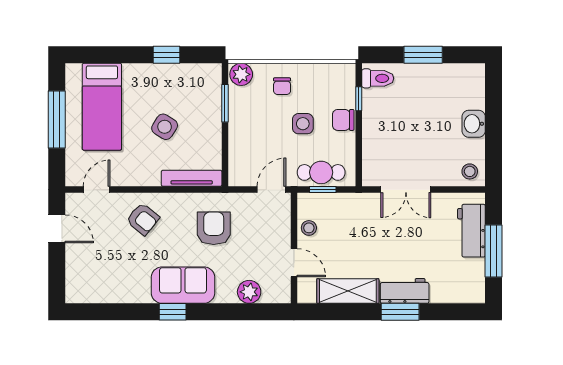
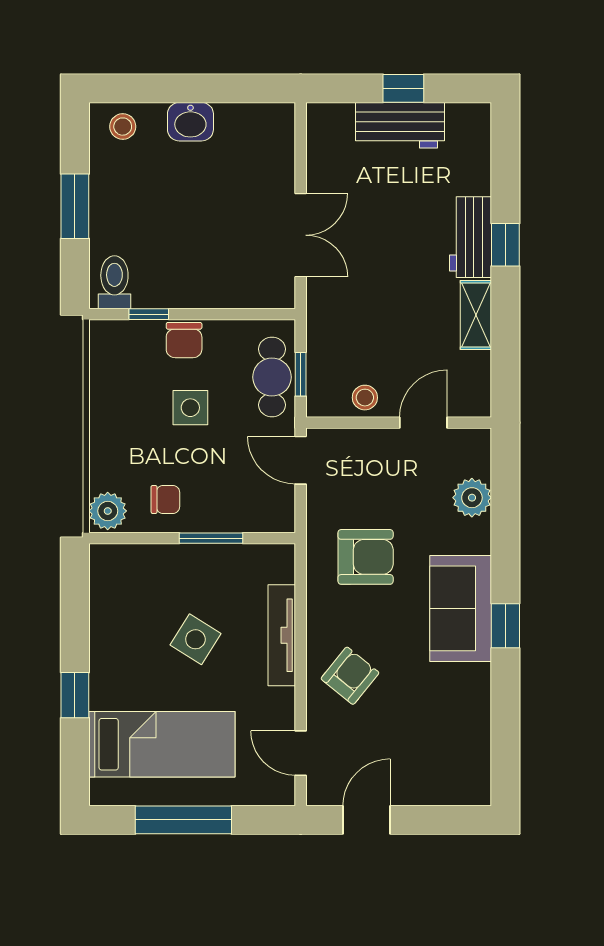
window: (166, 55) -> (75, 695), moved
chair: (282, 86) -> (165, 499), moved
window: (225, 103) -> (211, 538), moved
stool: (470, 171) -> (123, 127), moved
tv unit: (192, 178) -> (282, 635), moved
armchair: (214, 228) -> (366, 557), turned 180
workbench: (471, 231) -> (400, 125), moved
window: (493, 251) -> (403, 88), width x0.46
shelving: (348, 291) -> (476, 315), width x0.67, depth x0.75
window: (400, 312) -> (505, 245), width x0.67

